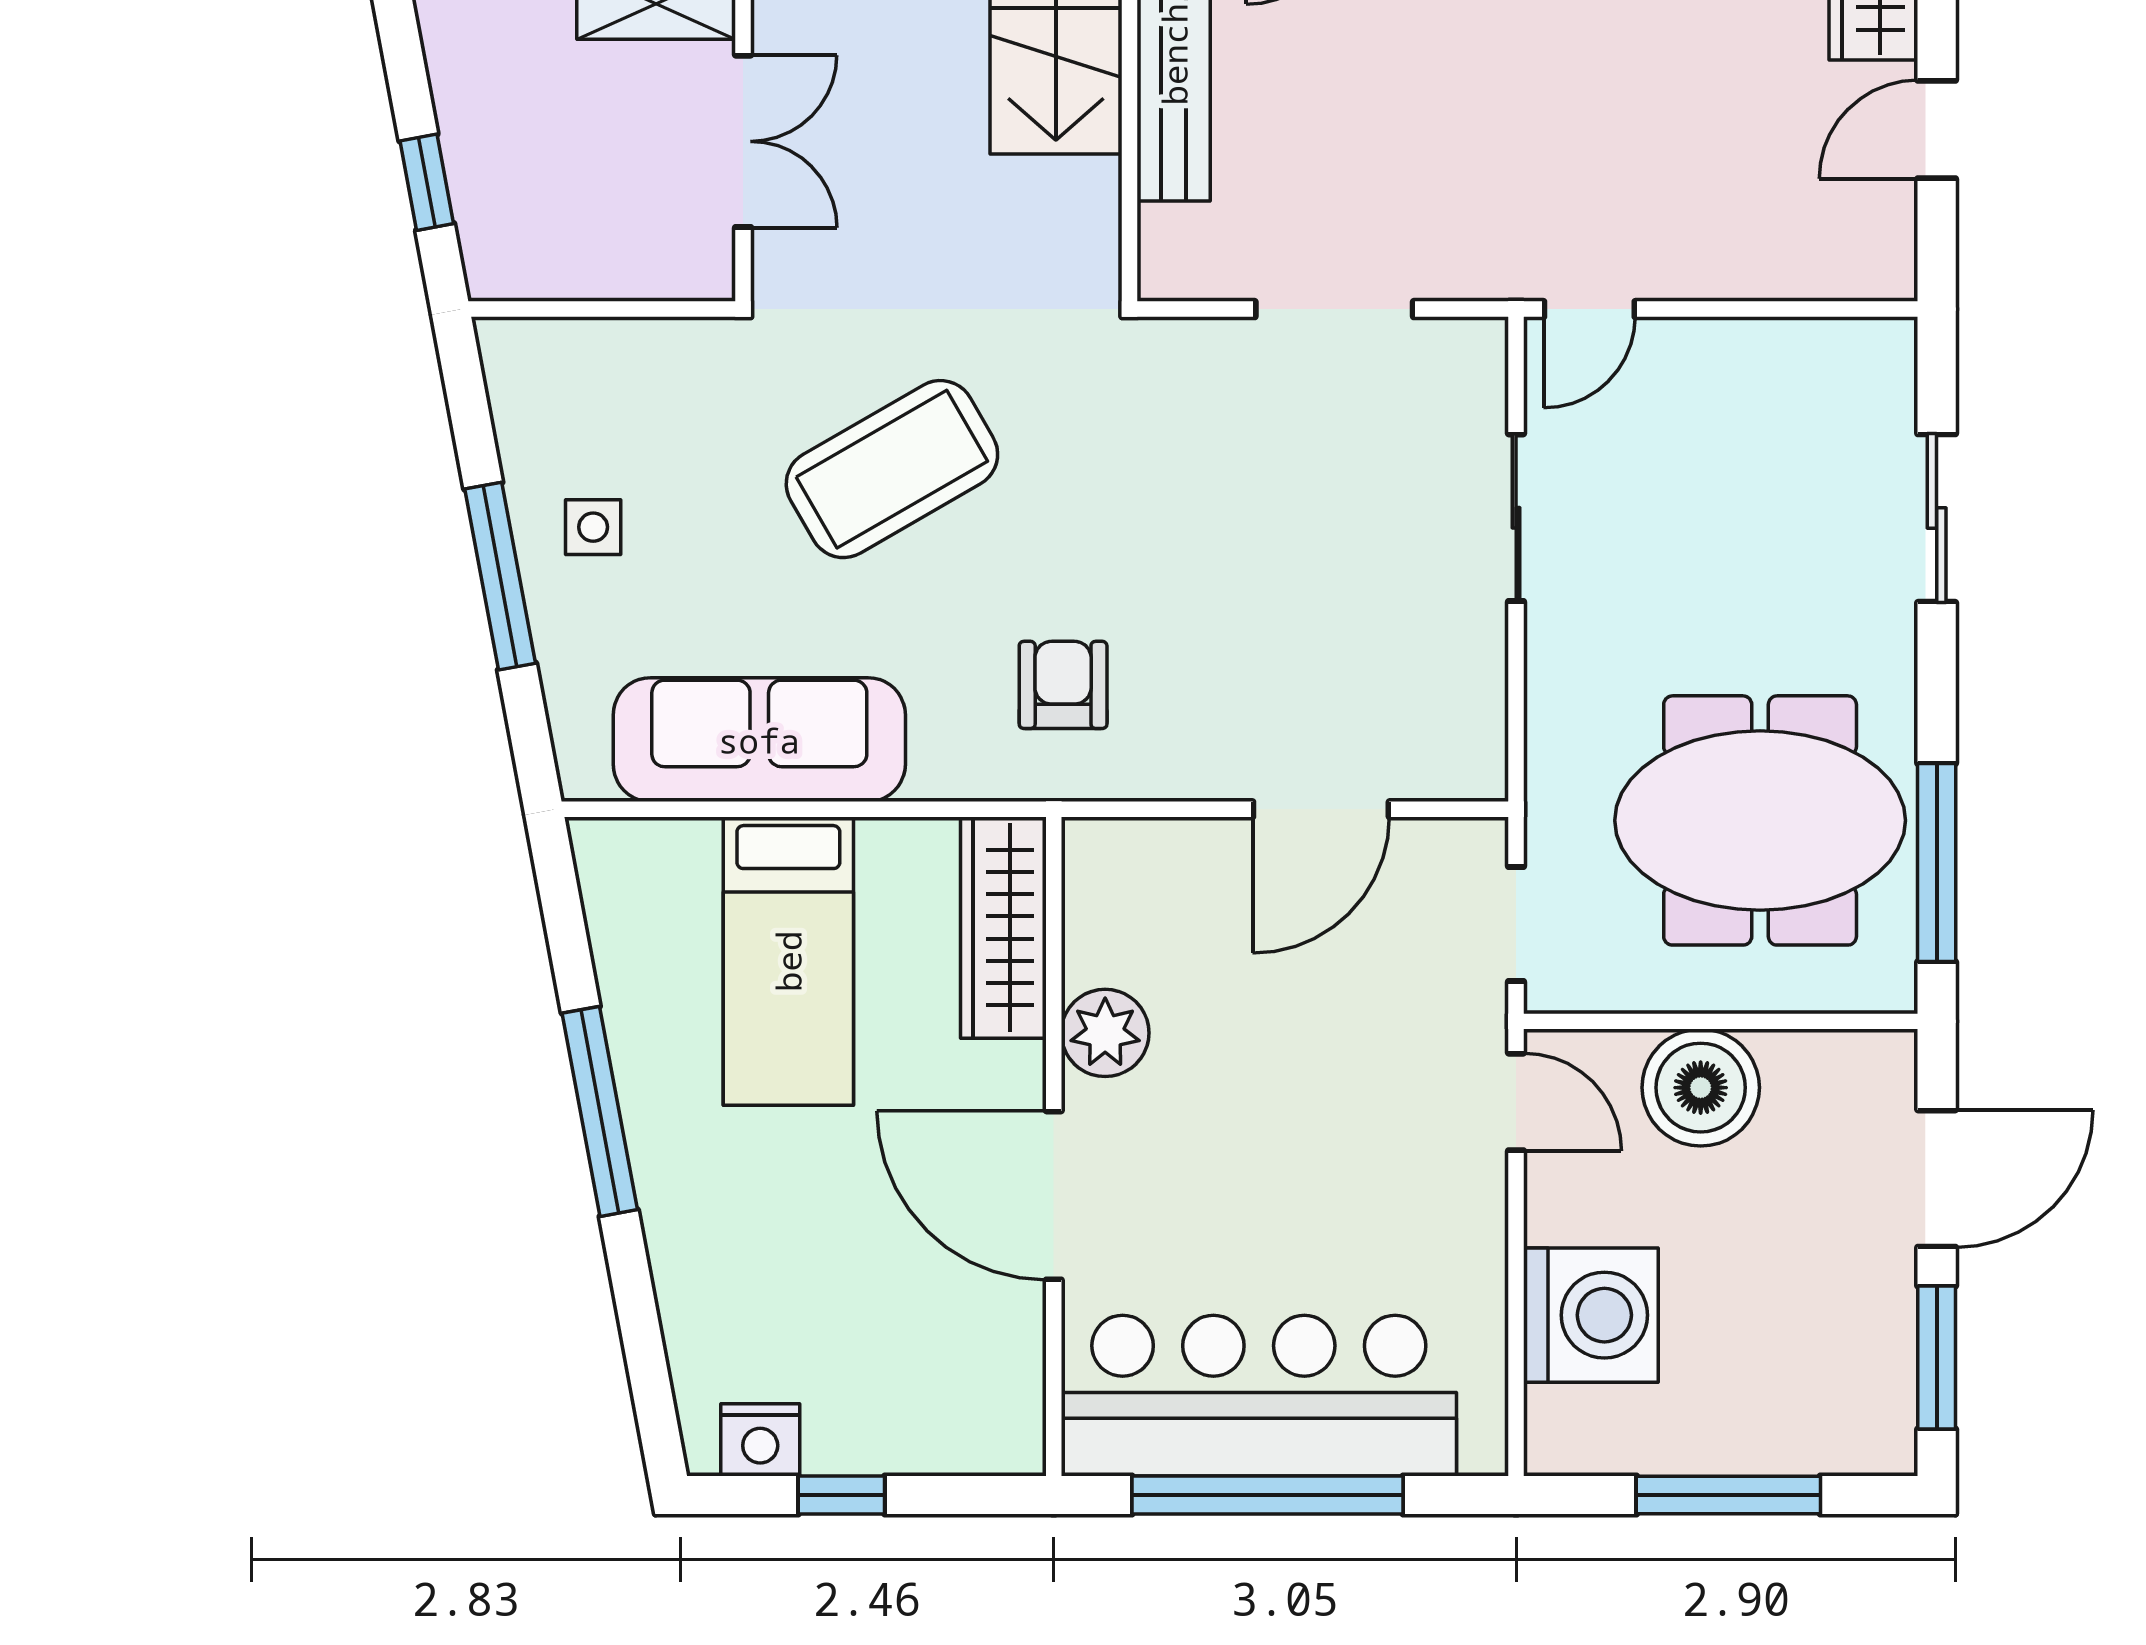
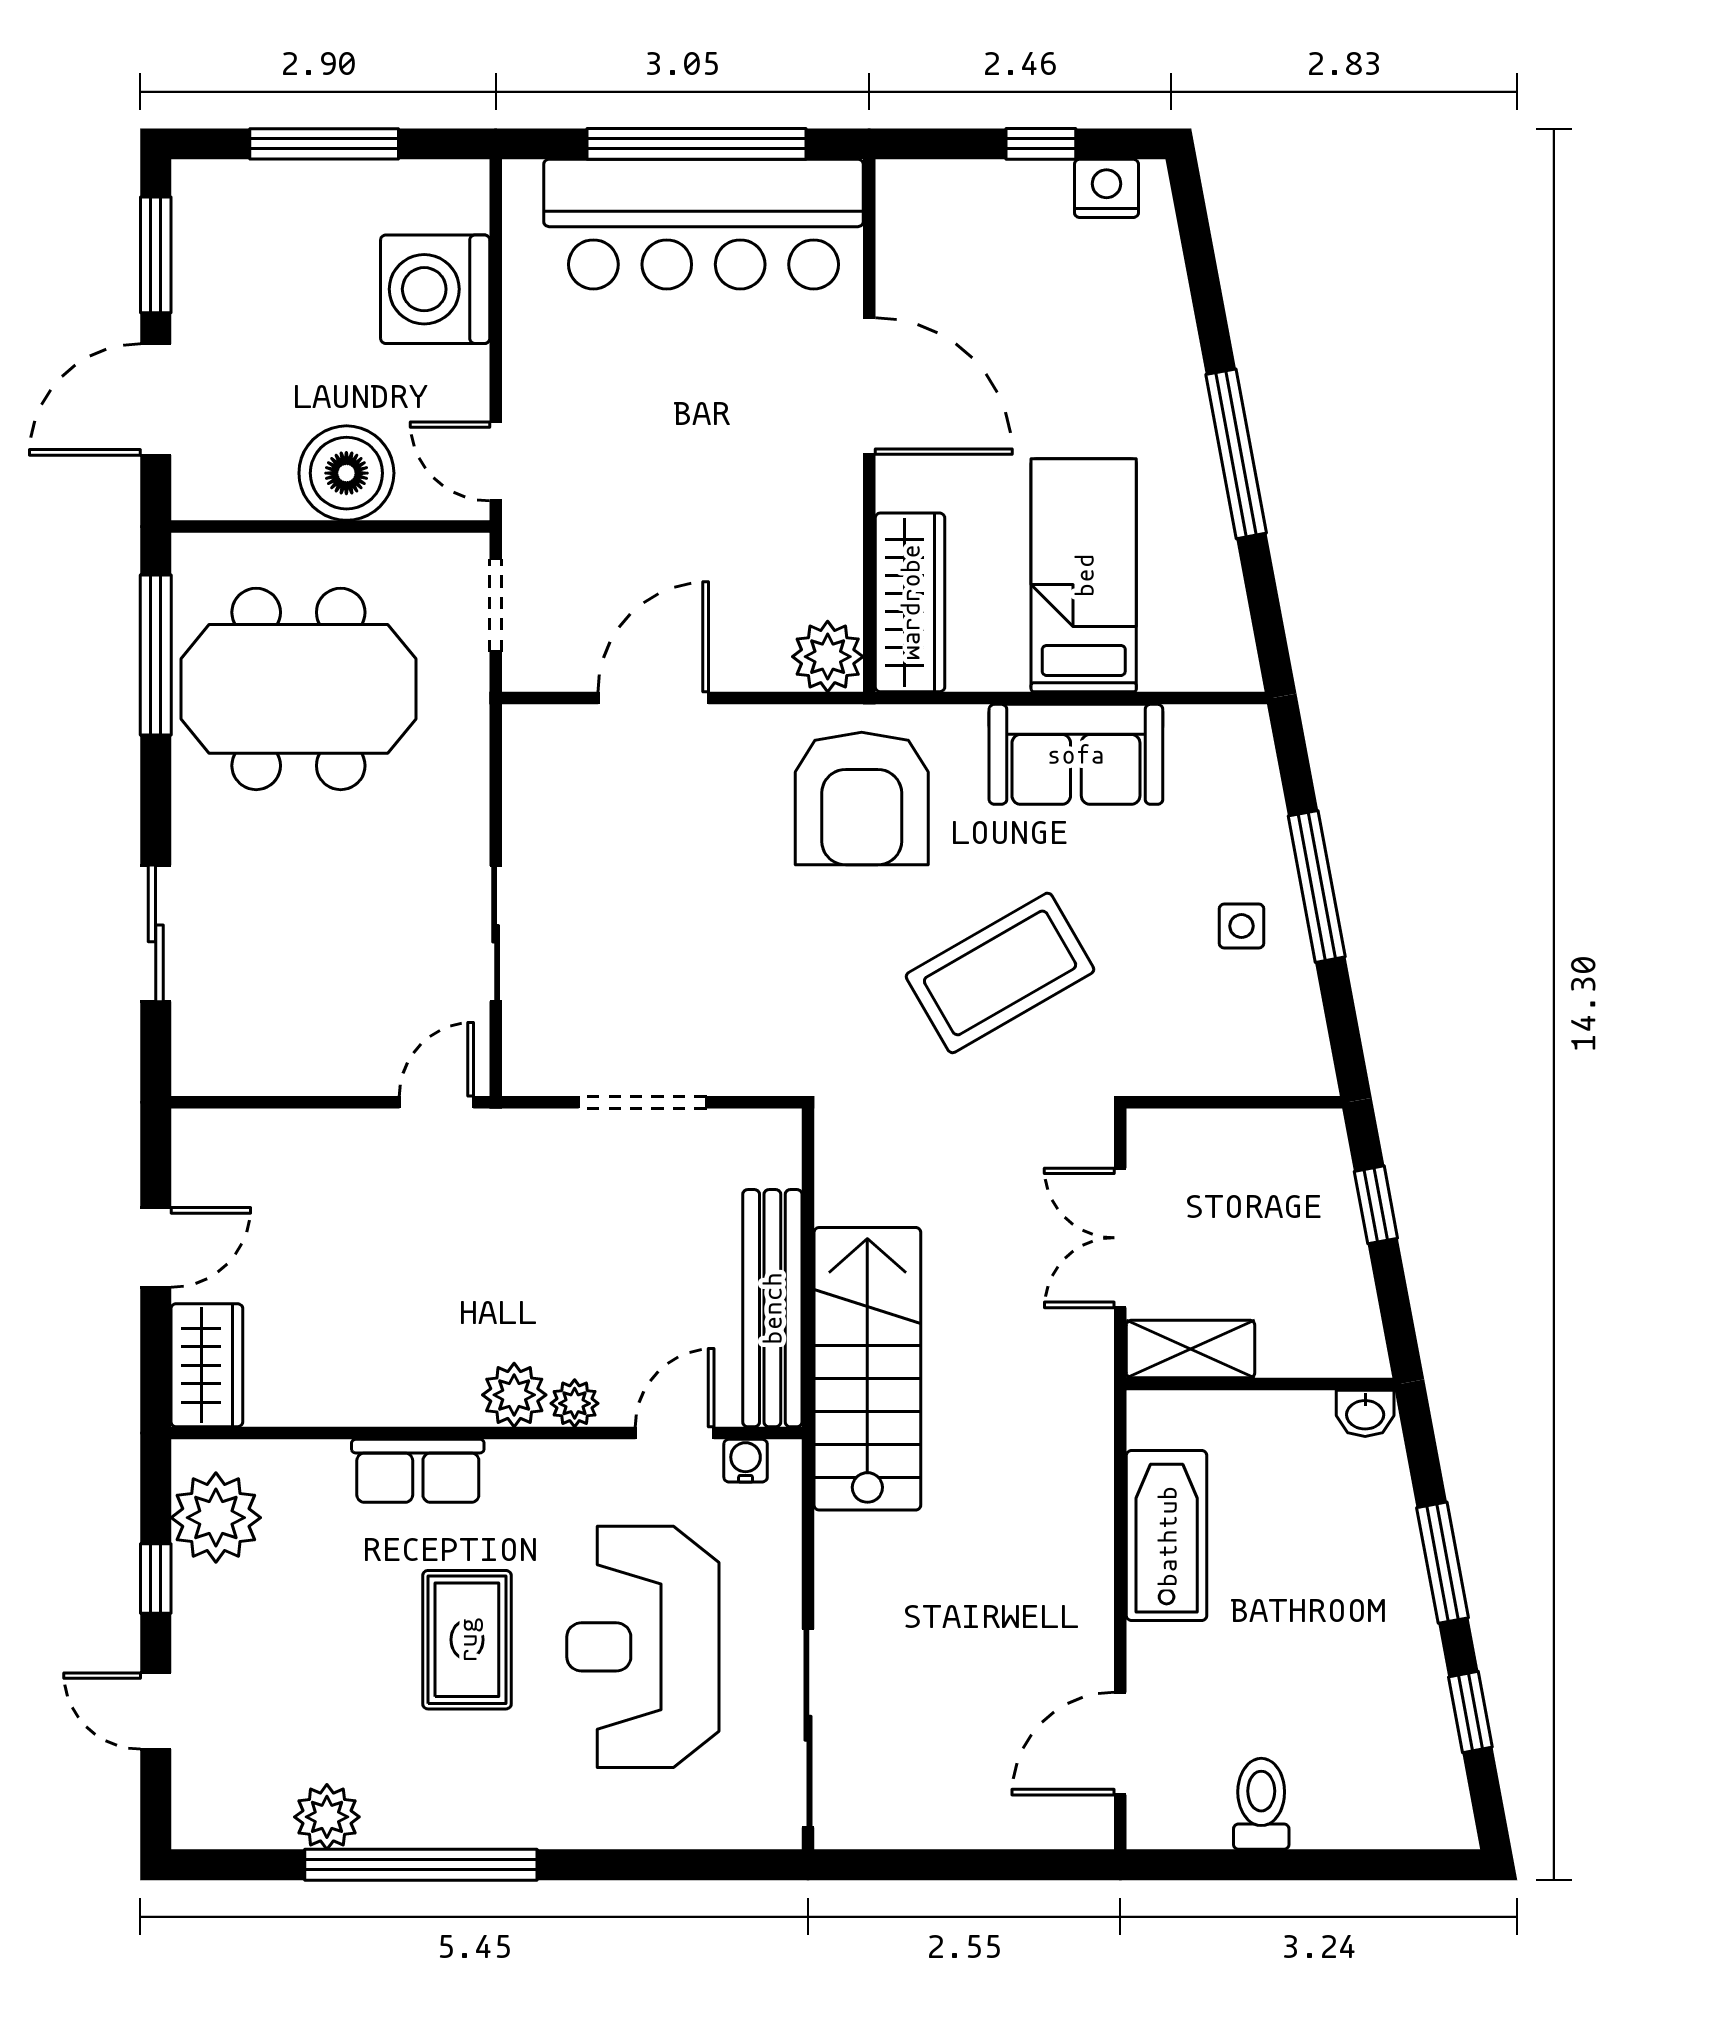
armchair: (1063, 685) -> (862, 798), width x1.88, depth x1.88
sofa: (759, 740) -> (1076, 754), width x0.73
plant: (1105, 1033) -> (828, 657), moved

